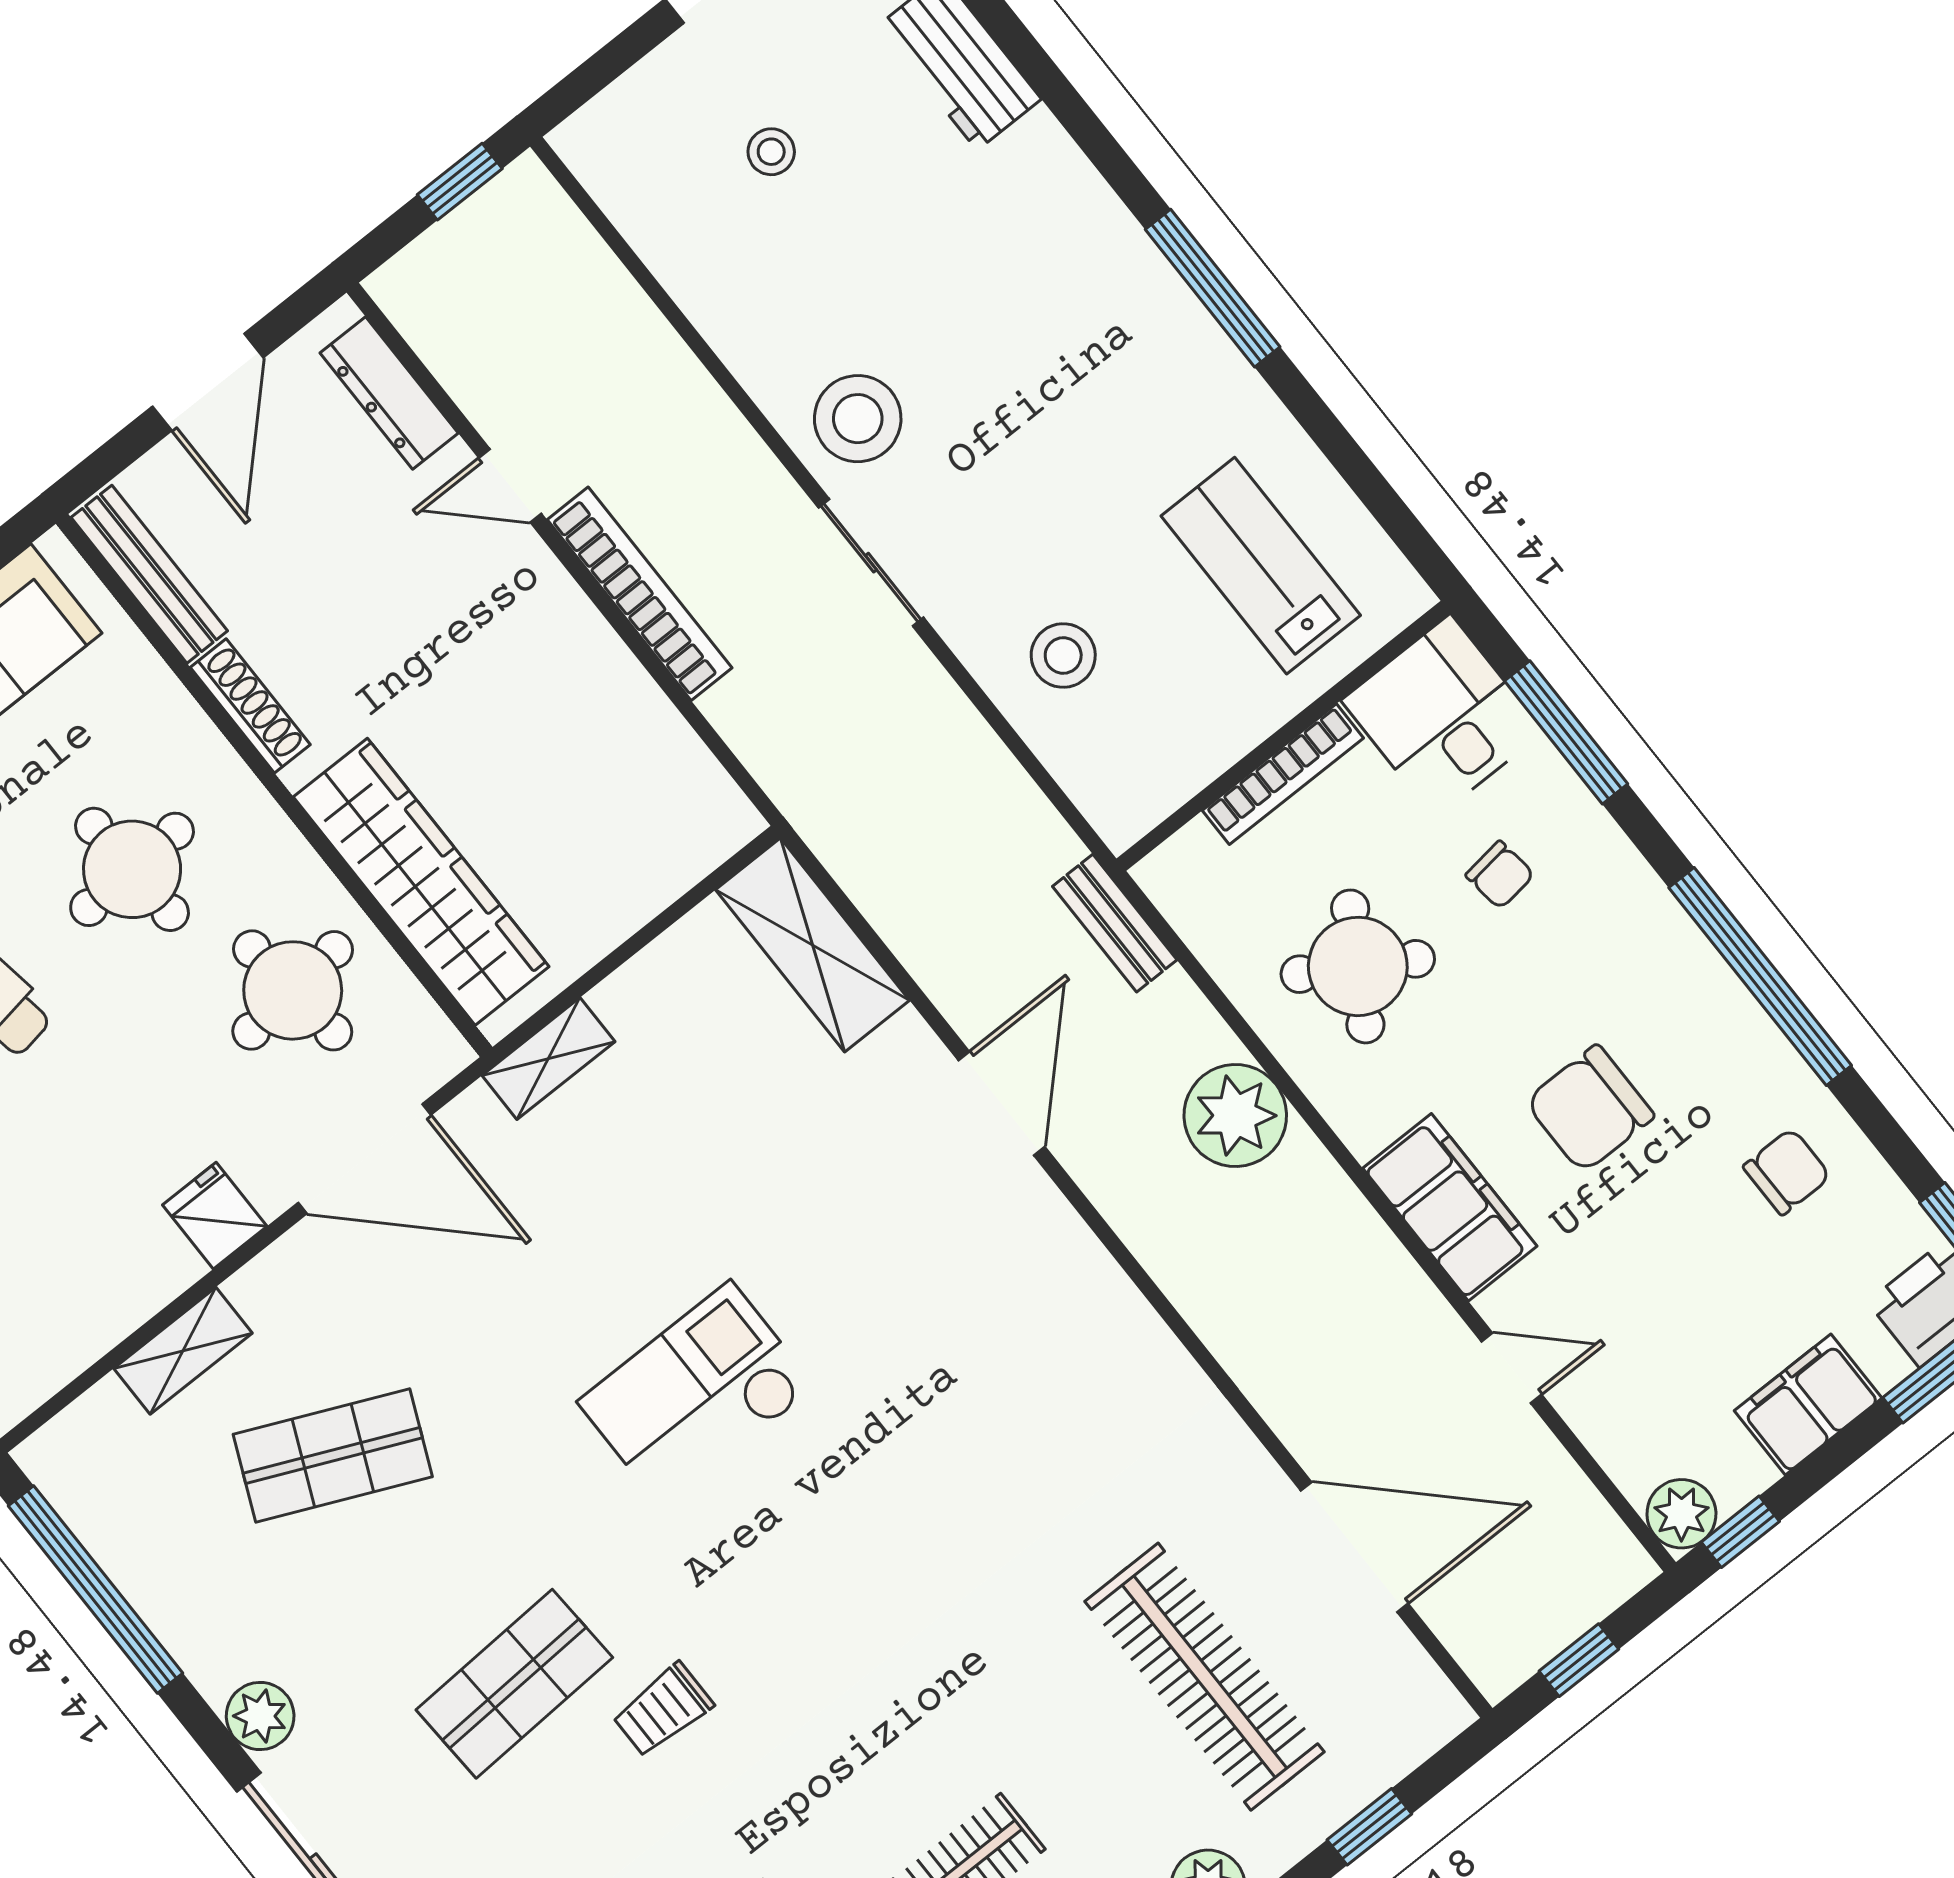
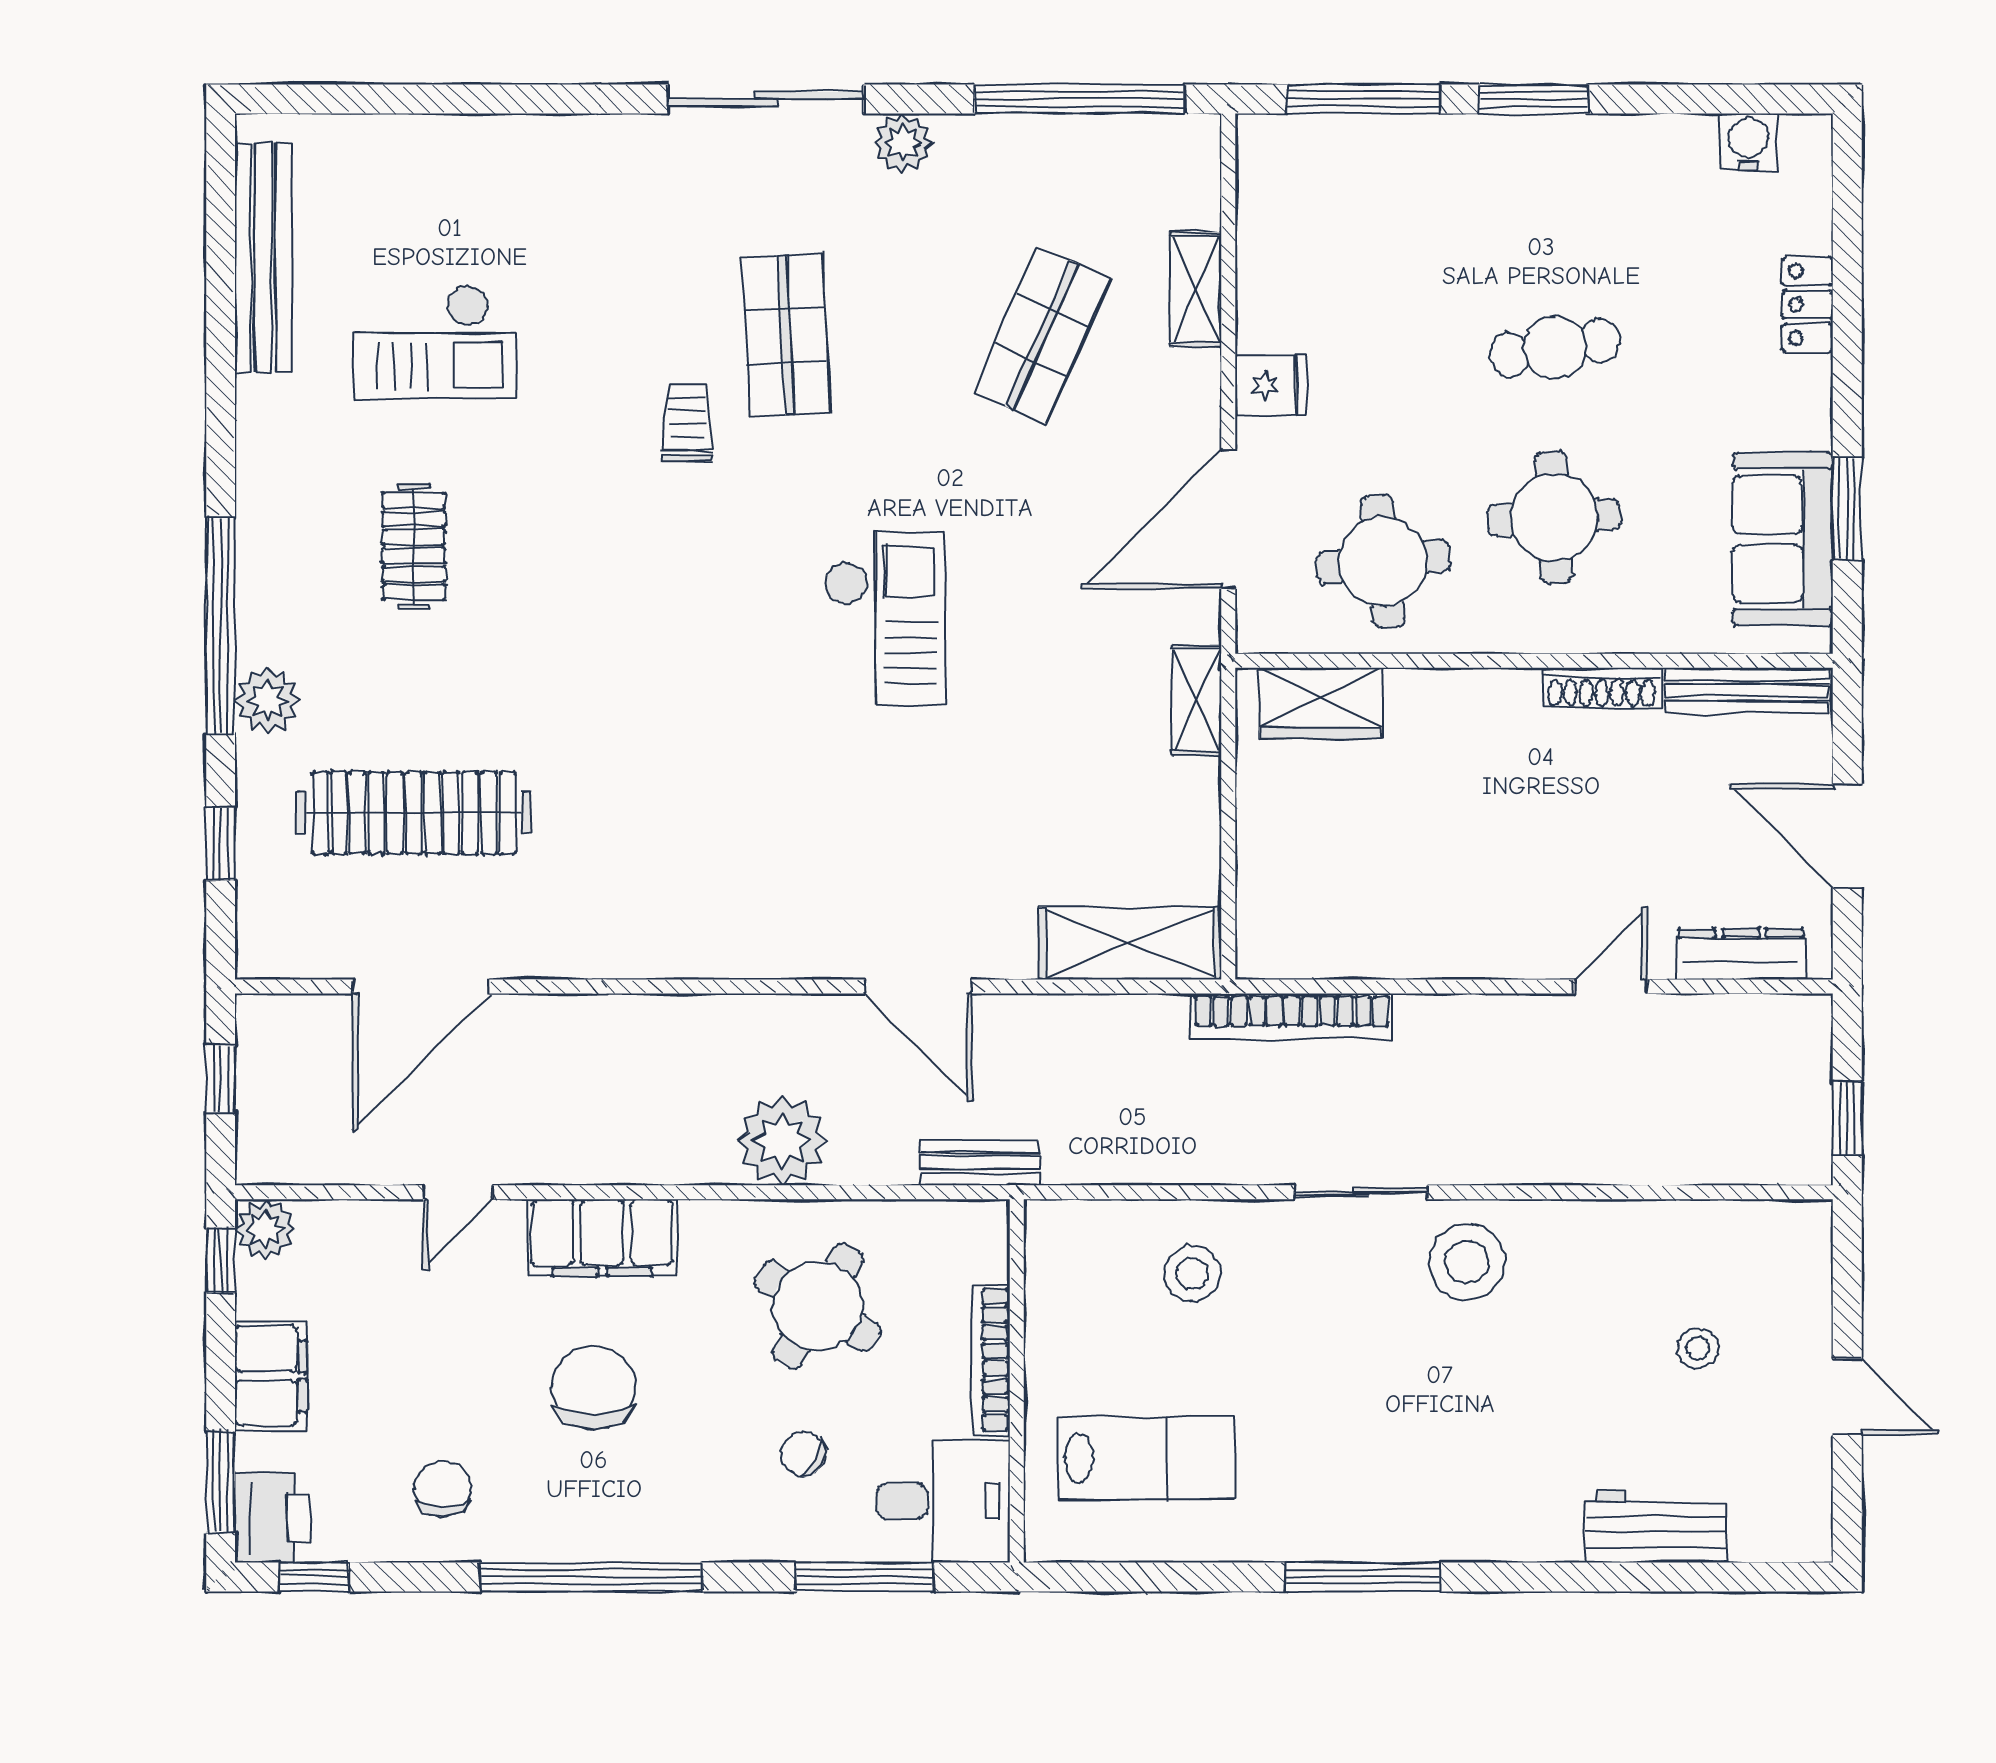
bookcase: (640, 594) -> (1292, 1016), moved
chair: (1500, 875) -> (803, 1454), turned 35
wardrobe: (421, 882) -> (1320, 703), width x0.48, depth x0.85
chair: (1787, 1172) -> (442, 1489), turned 180

